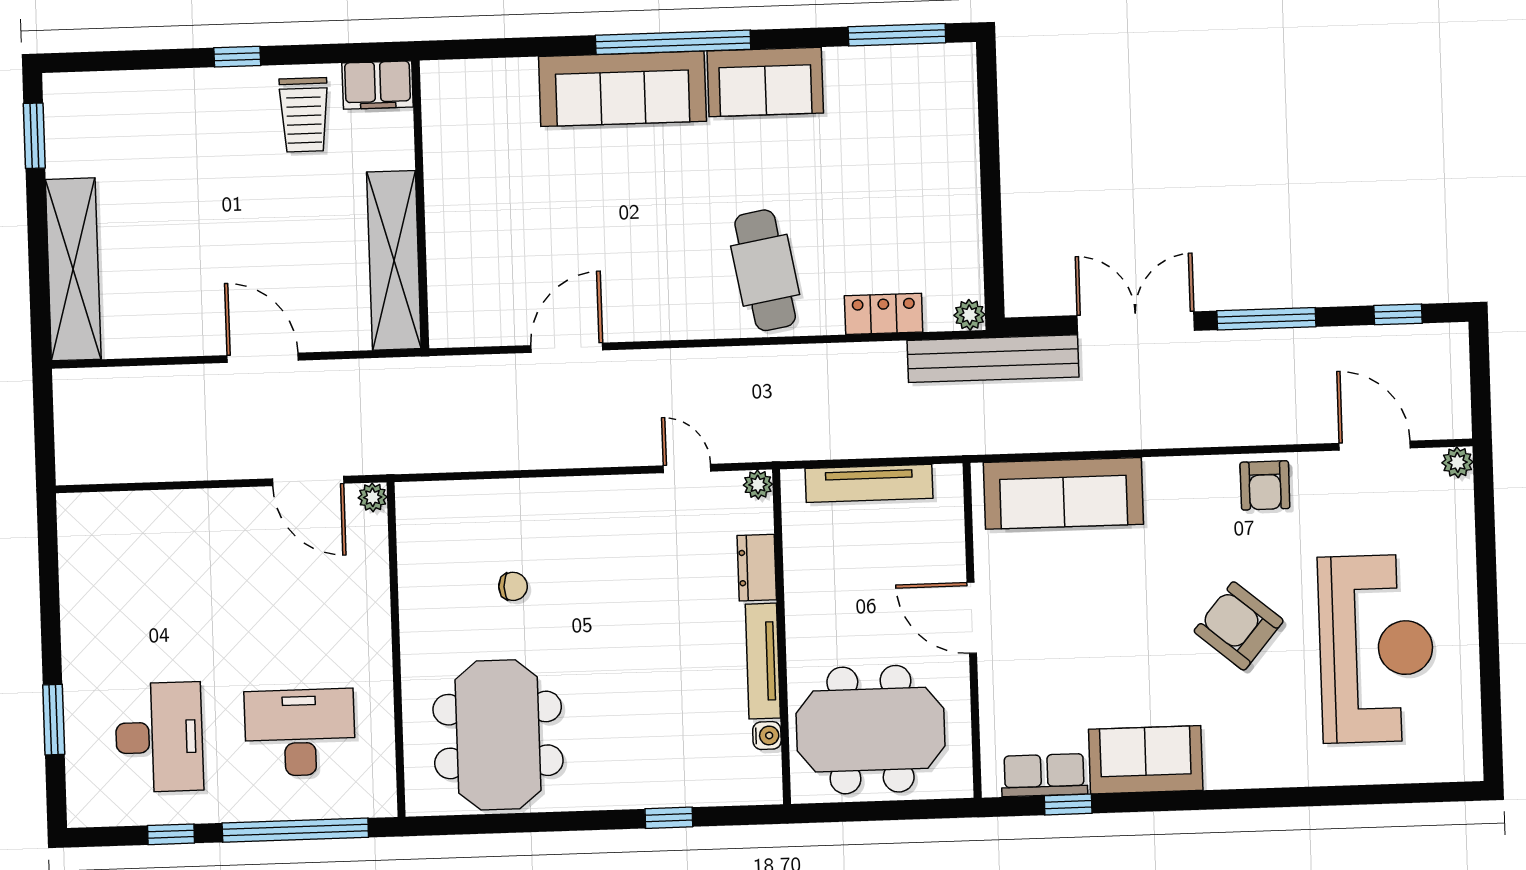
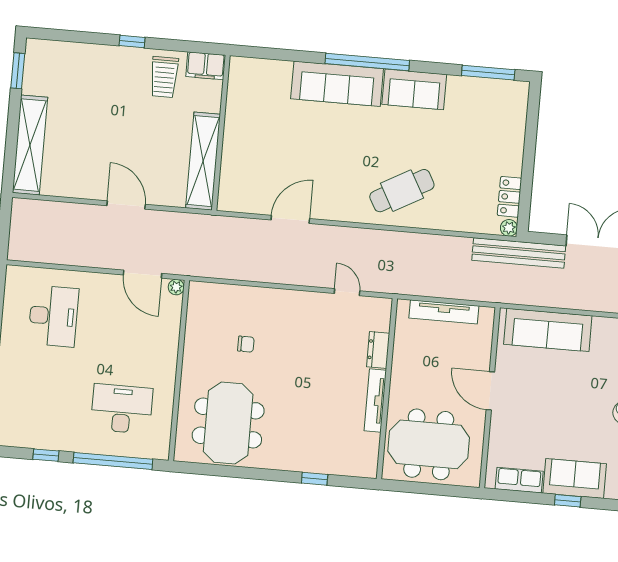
cafe table: (765, 270) -> (402, 191), turned 71
locker: (884, 314) -> (510, 197), moved, turned -90
plant: (758, 485) -> (384, 305), removed
water cooler: (767, 736) -> (373, 441), removed
desk: (159, 737) -> (53, 316), moved
window: (1068, 805) -> (568, 501), moved

